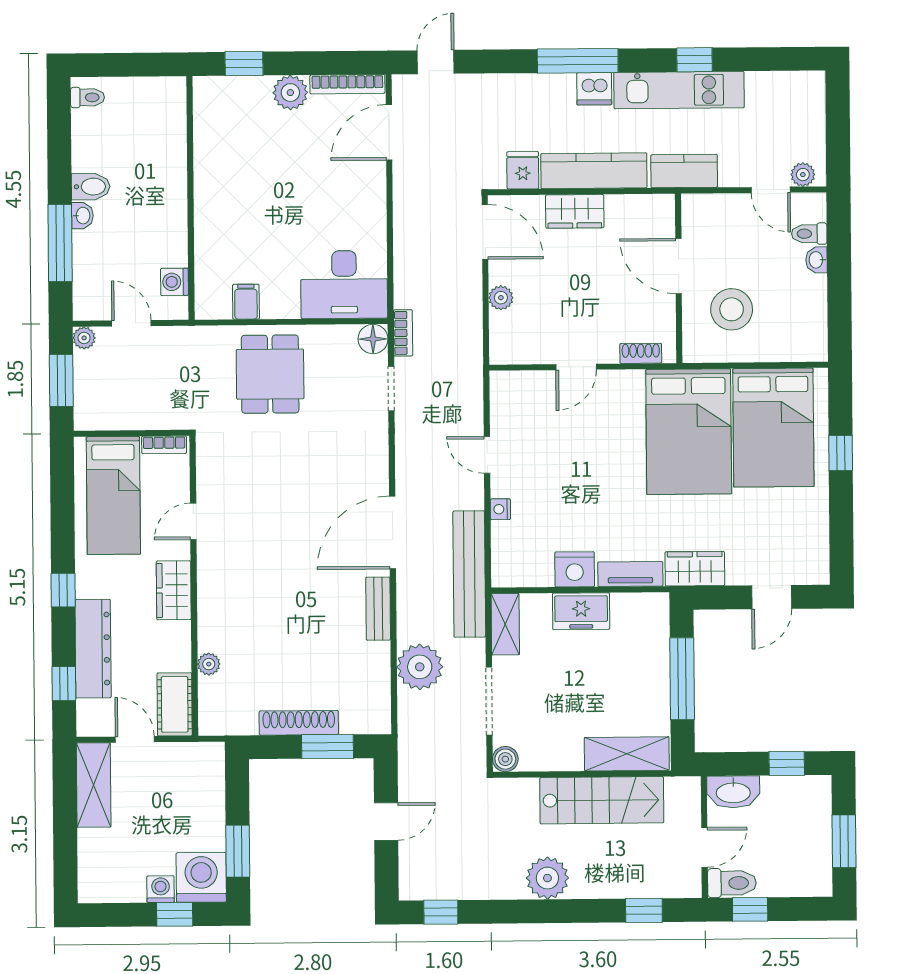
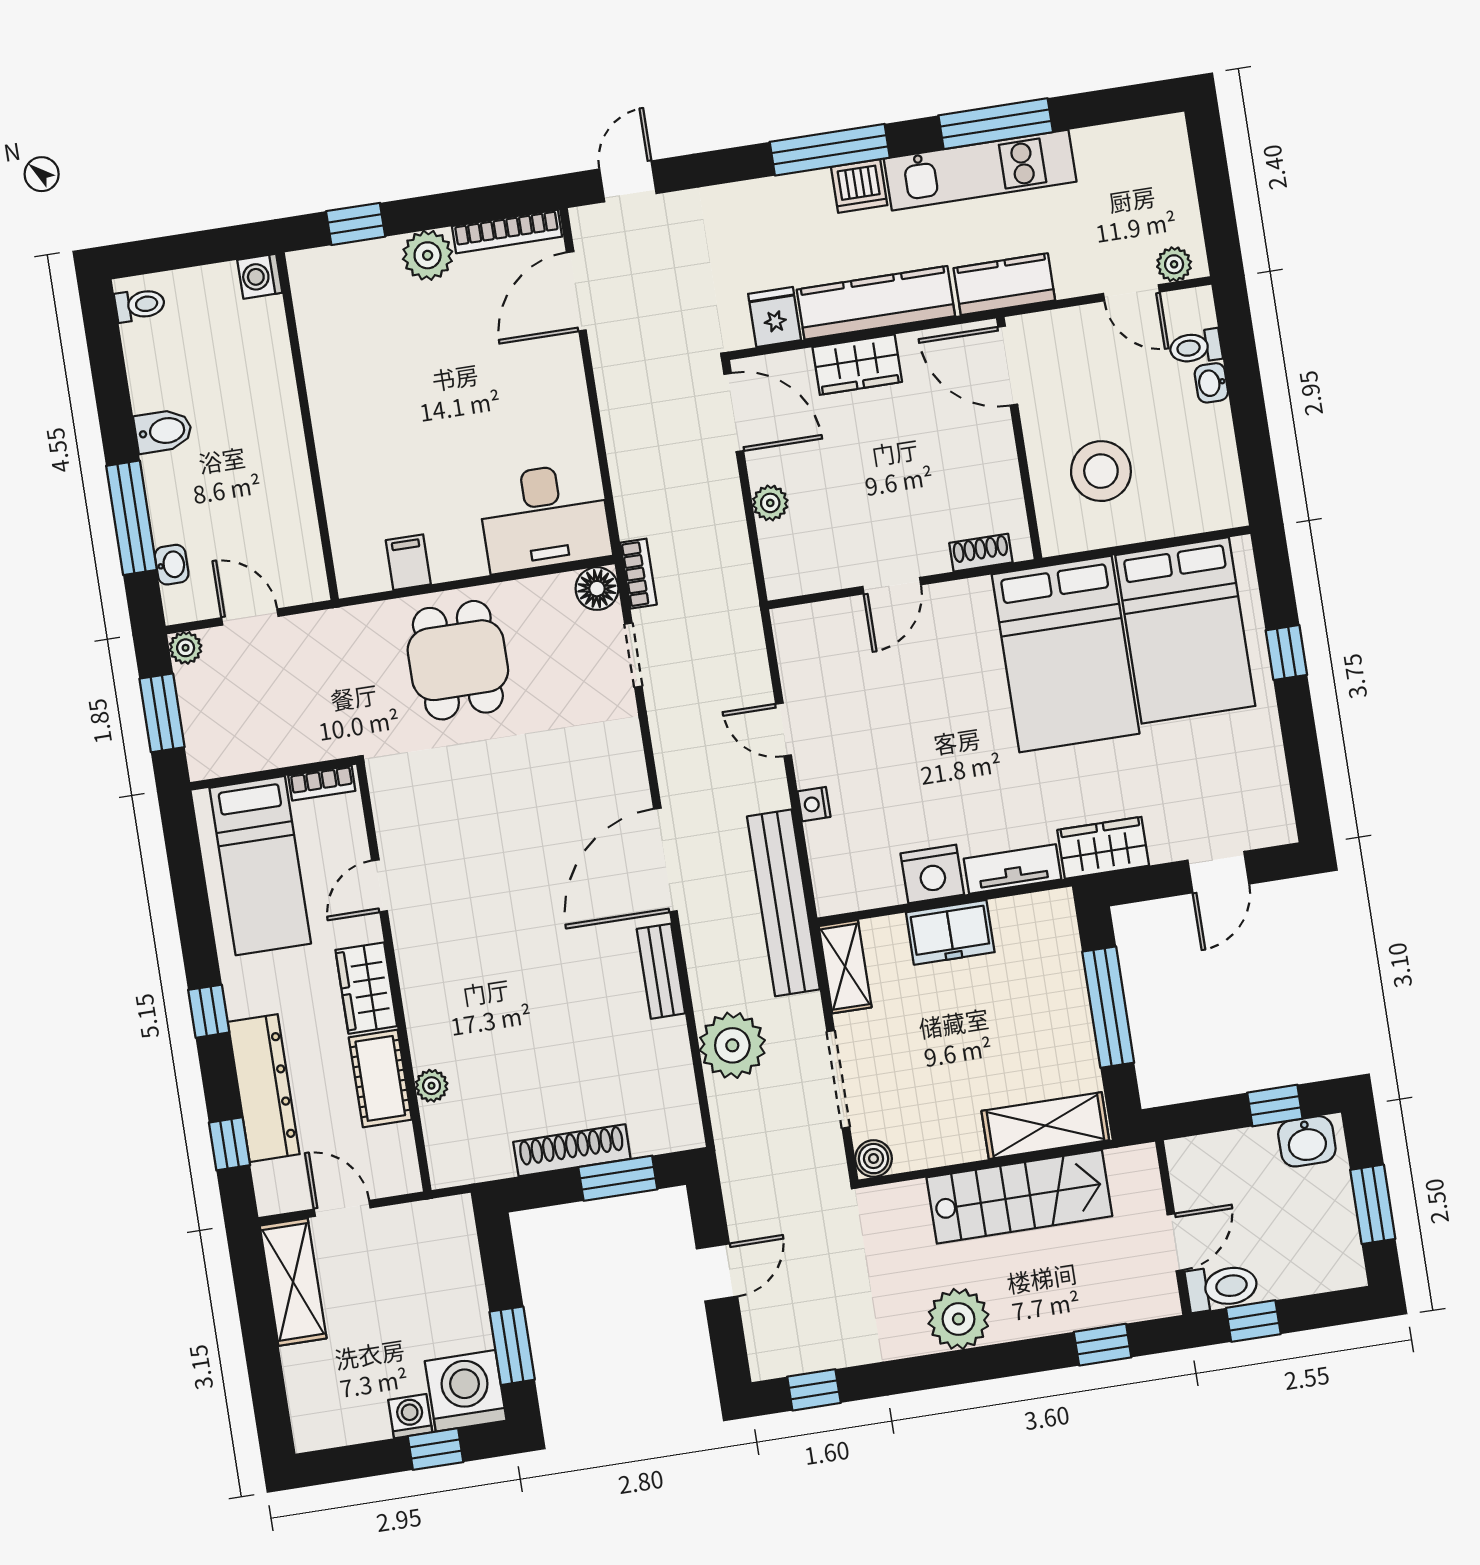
window: (694, 60) -> (996, 124), width x2.17
washbasin: (82, 216) -> (172, 565), moved
door: (679, 266) -> (1008, 366), moved
washing machine: (174, 282) -> (260, 276), moved
cot: (175, 704) -> (380, 1078), moved
washbasin: (733, 792) -> (1307, 1141), moved, width x0.72

